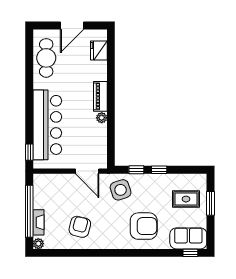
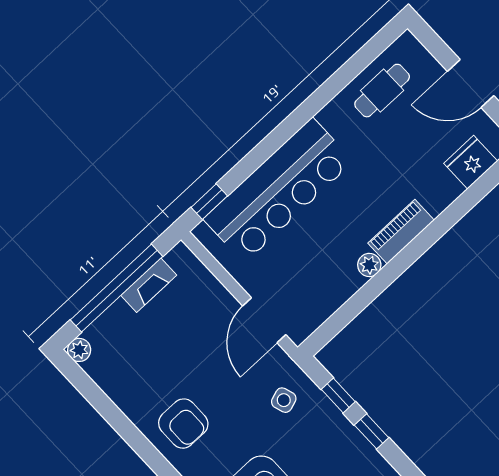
cafe table: (46, 58) -> (382, 91), width x0.73, depth x0.74
side table: (121, 190) -> (284, 400), width x0.54, depth x0.54
fireplace: (38, 222) -> (149, 285), moved
armchair: (80, 227) -> (183, 424), moved, turned 76

